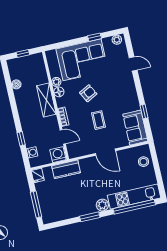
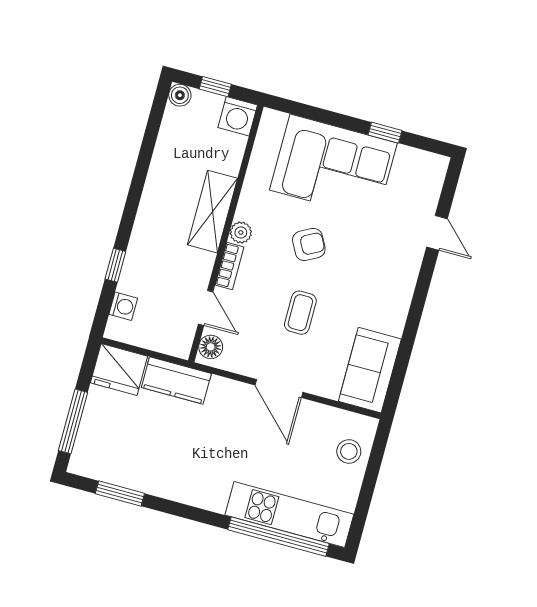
plant: (117, 40) -> (430, 163), removed
plant: (56, 82) -> (241, 232), moved
boiler: (16, 84) -> (180, 95), moved
floor lamp: (59, 92) -> (211, 347), moved
window: (144, 111) -> (406, 346), removed
washing machine: (58, 155) -> (238, 116), moved, turned 180
fridge: (38, 175) -> (119, 370), width x1.88, depth x1.34
plant: (102, 205) -> (213, 497), removed
window: (90, 217) -> (120, 493), moved

